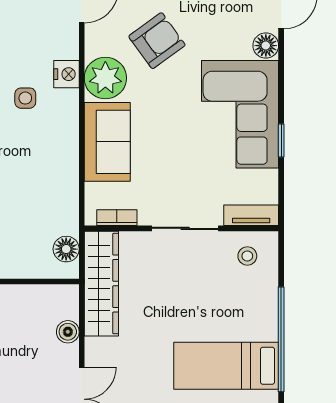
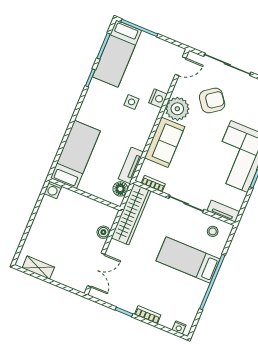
tv unit: (67, 203) -> (131, 165), added
bed: (226, 366) -> (188, 260), moved

